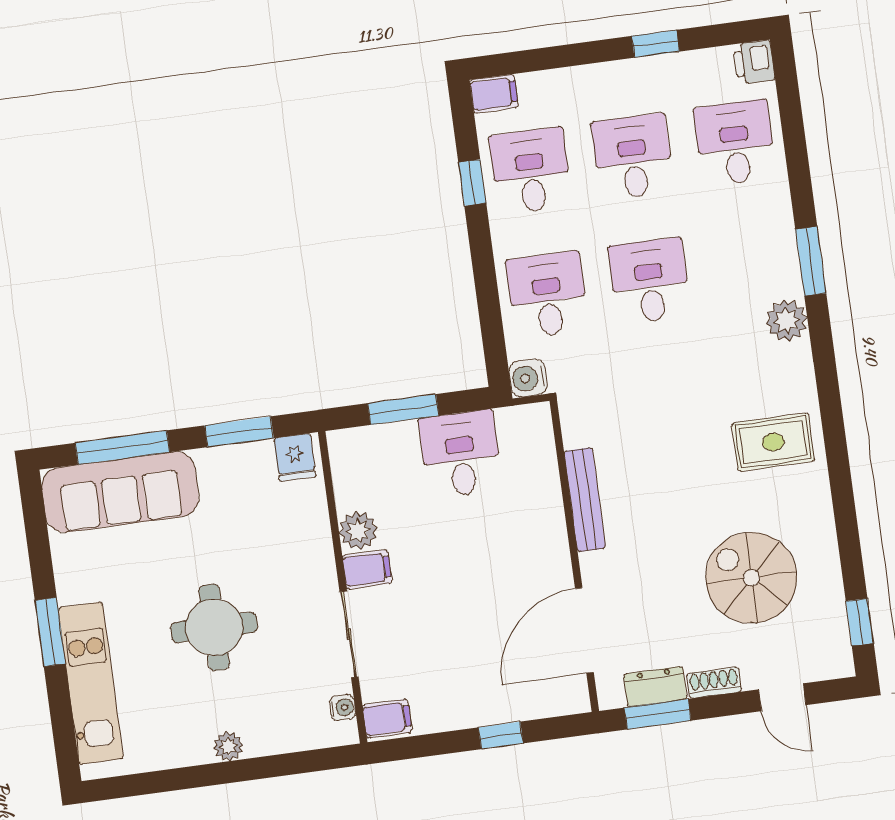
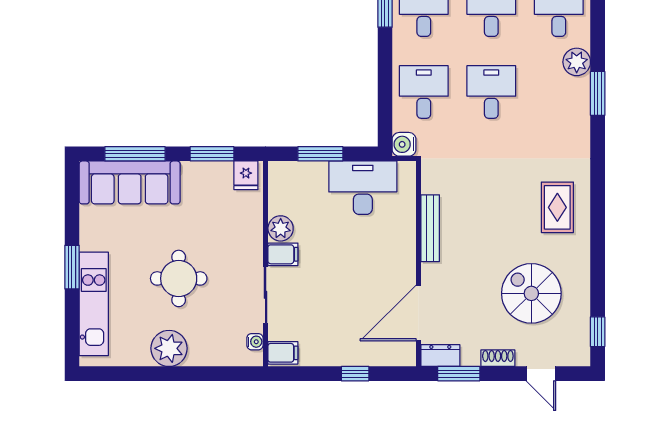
plant: (787, 321) -> (577, 62), moved
rug: (773, 442) -> (557, 207), turned 90
desk: (460, 454) -> (363, 188), width x1.37
dresser: (655, 687) -> (440, 356), moved
plant: (228, 746) -> (169, 348), width x1.88, depth x1.88

